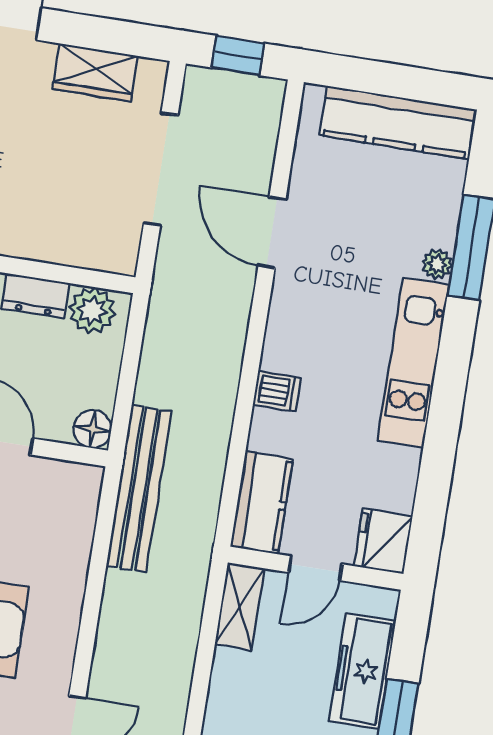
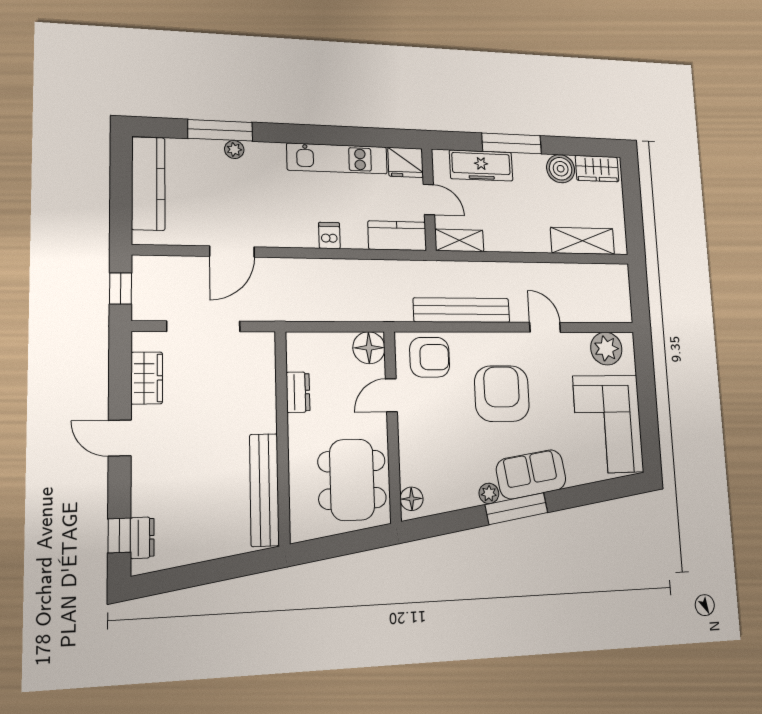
plant: (92, 310) -> (301, 355), removed
kitchen unit: (413, 363) -> (337, 158), moved
floor lamp: (92, 429) -> (369, 348), width x1.38, depth x1.38
bench: (139, 489) -> (462, 310), moved
armchair: (56, 517) -> (430, 357), added

